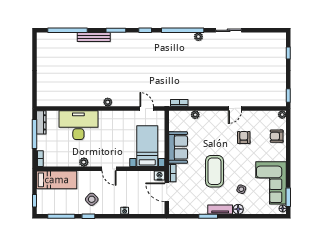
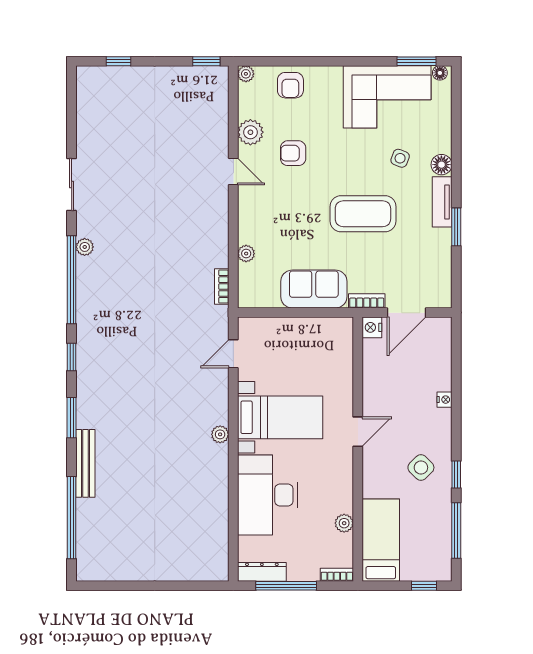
plant: (254, 117) -> (250, 132), added
bed with nightstands: (147, 146) -> (280, 417), moved, turned 180
plant: (84, 162) -> (344, 523), moved

